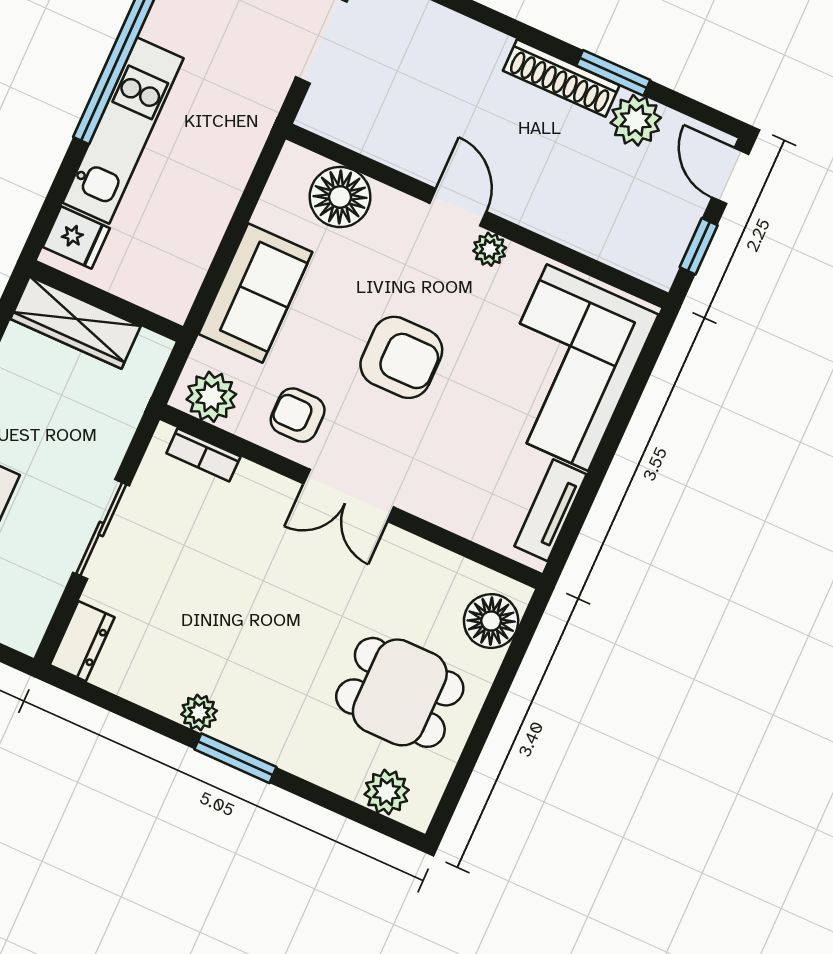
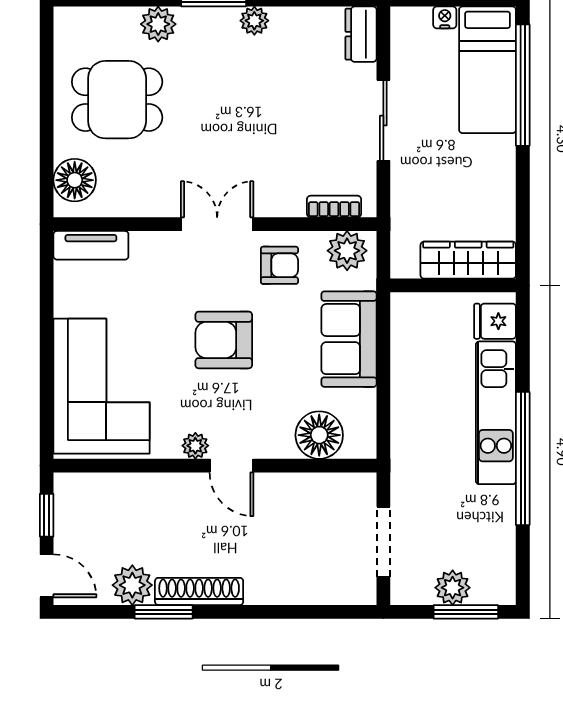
tv unit: (551, 510) -> (91, 245), moved, turned 90
plant: (387, 792) -> (158, 24), moved

